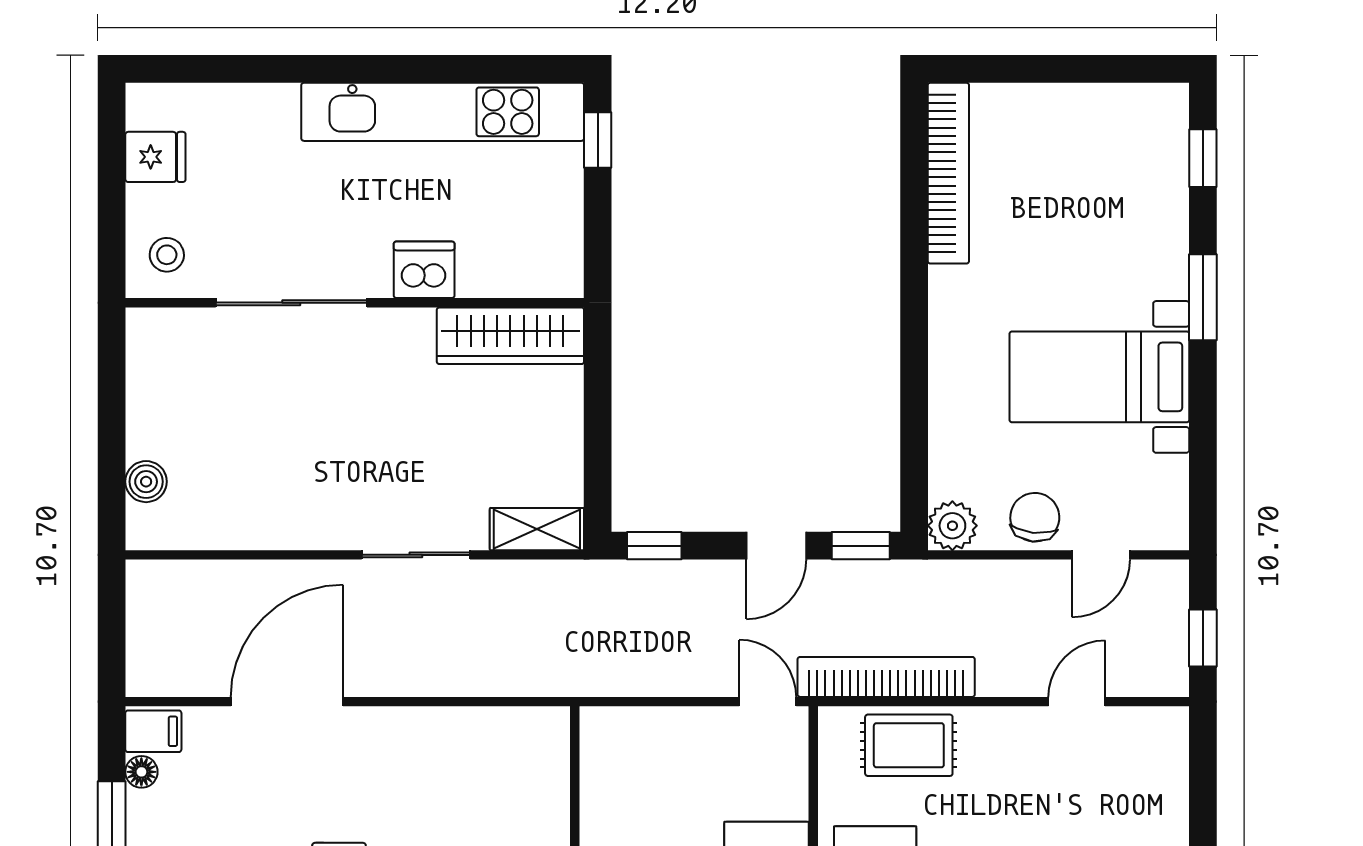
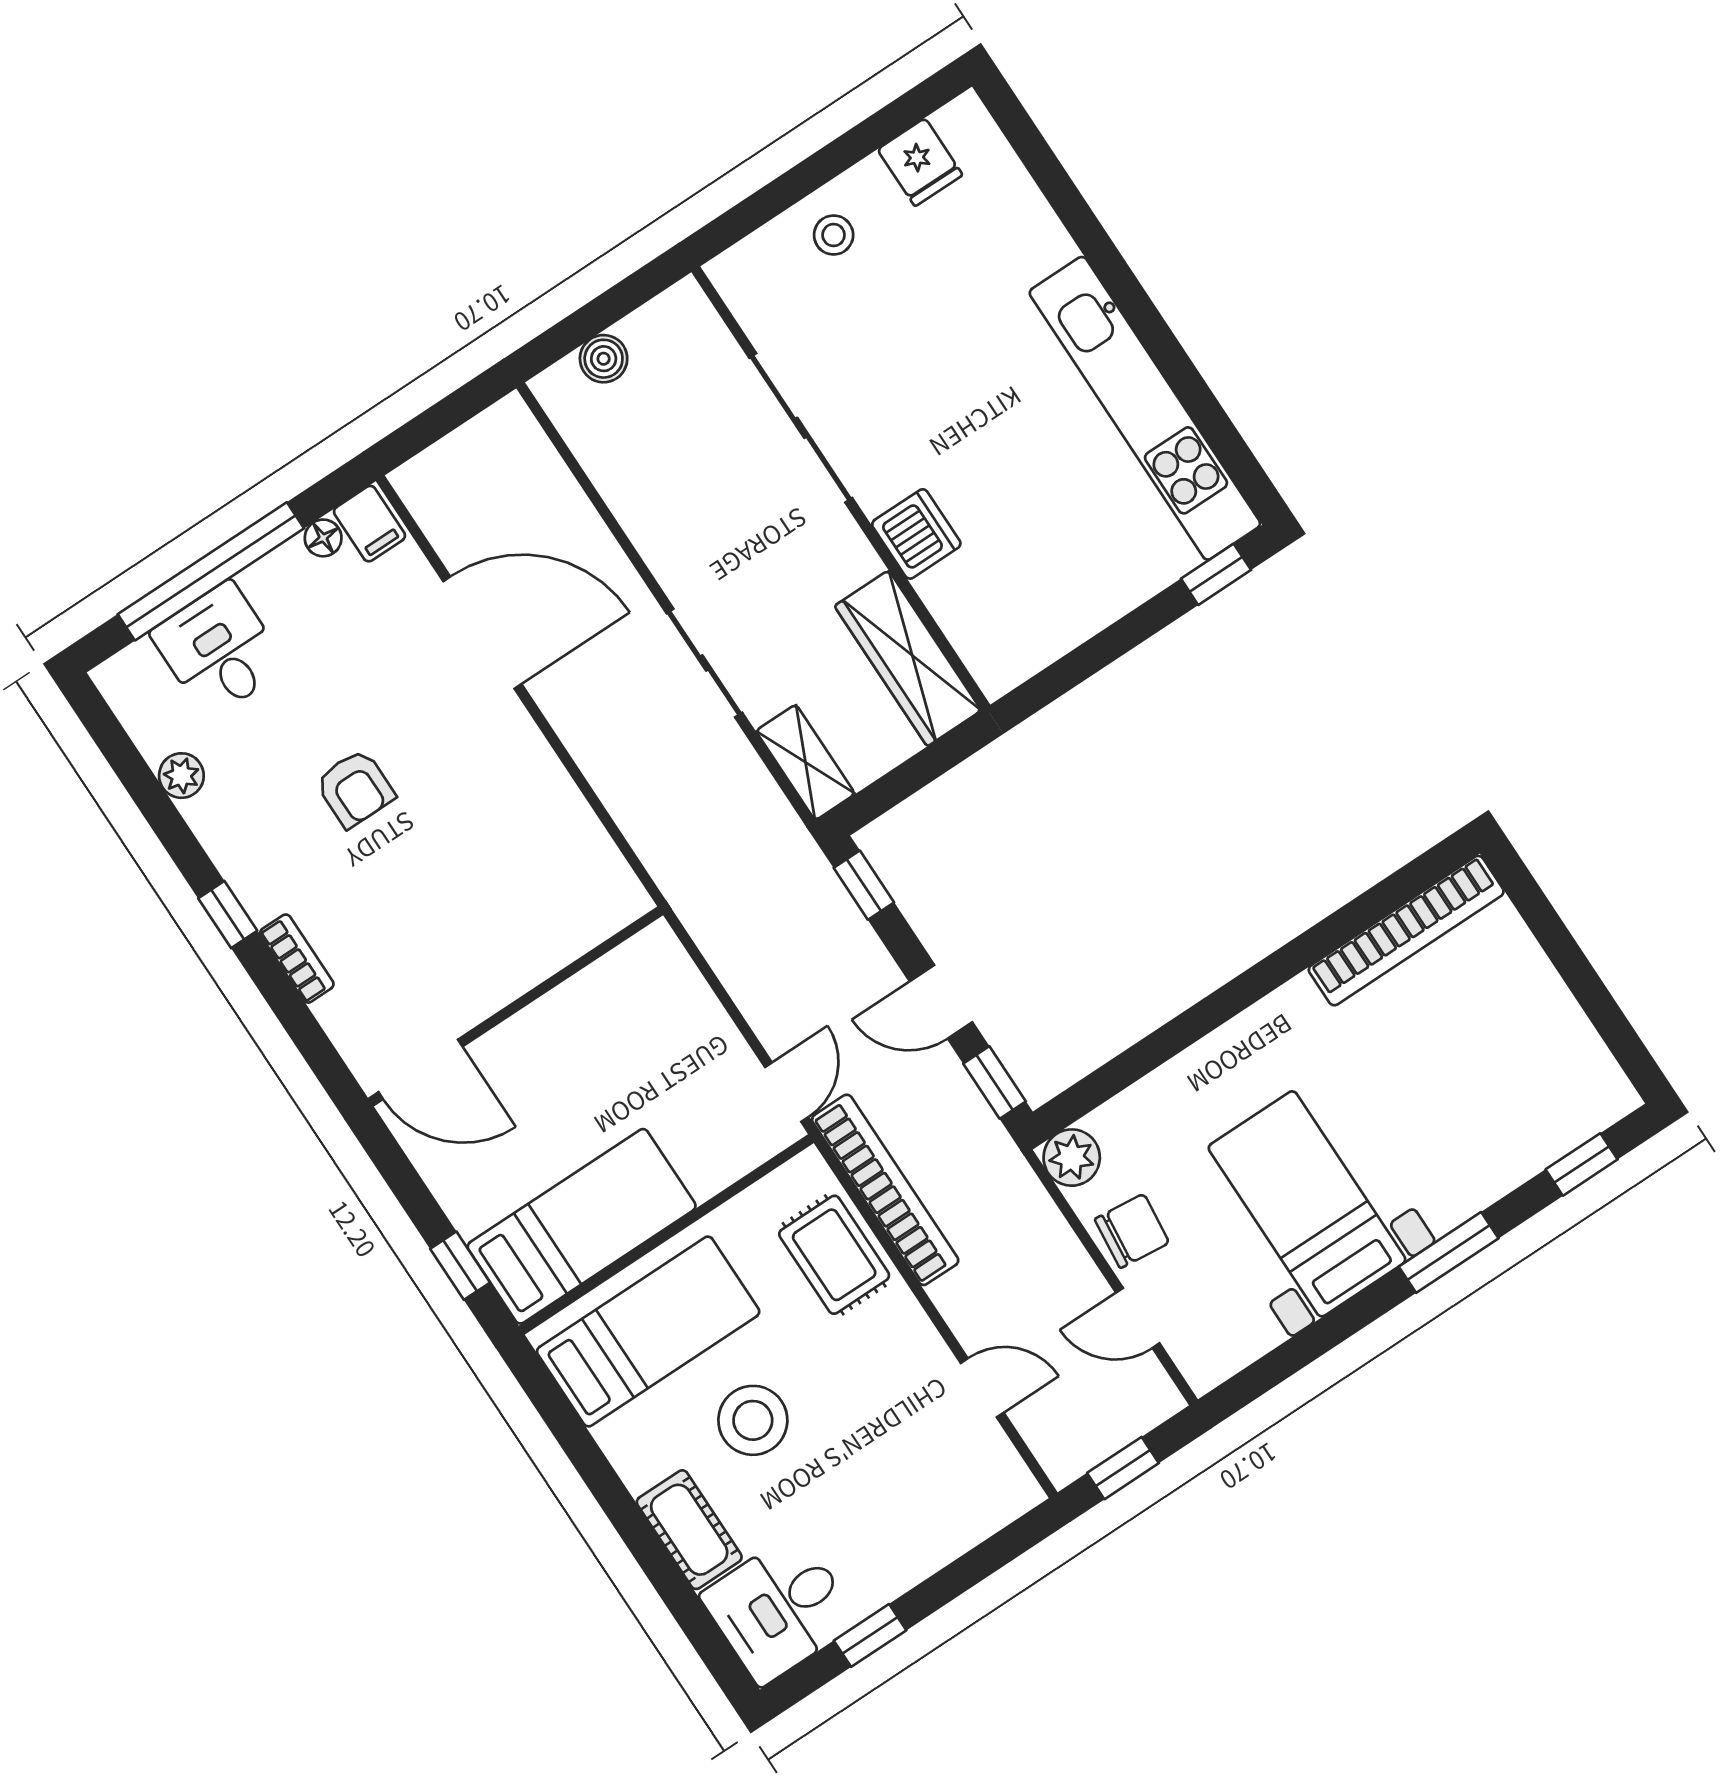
dishwasher: (424, 270) -> (916, 534), moved
sliding door: (291, 303) -> (801, 428), moved
wall: (355, 303) -> (841, 488), moved
wardrobe: (510, 336) -> (908, 658), moved

